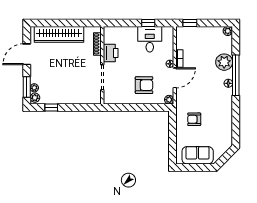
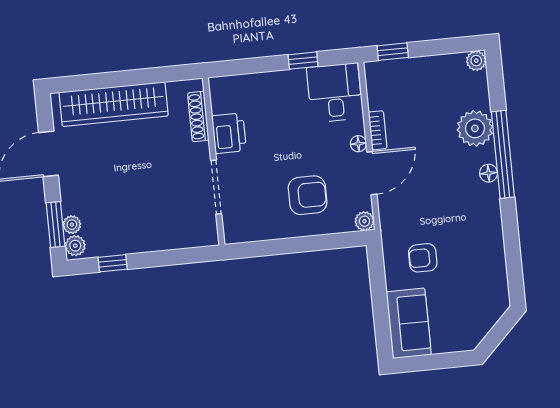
desk: (150, 39) -> (335, 93), moved
sofa: (198, 155) -> (409, 323), moved, turned 90

